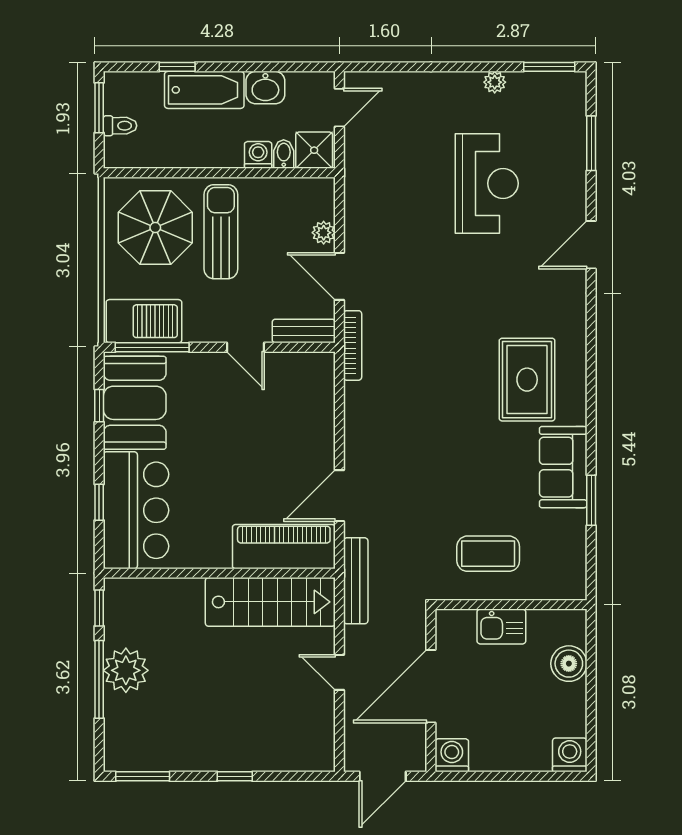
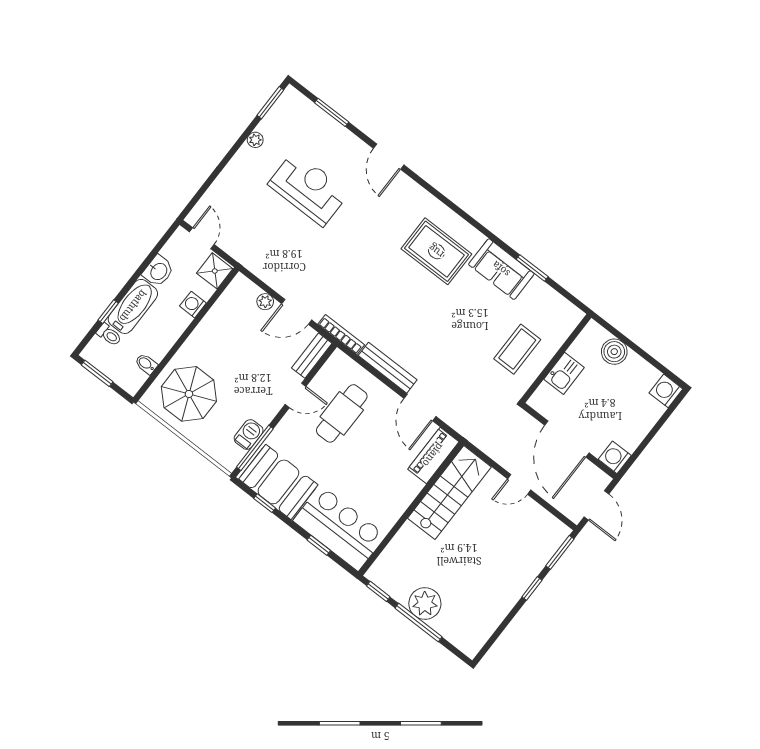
toilet: (120, 126) -> (109, 335), moved, turned 90
bidet: (284, 154) -> (146, 364), moved
sun lounger: (221, 232) -> (220, 359), removed
barbecue: (144, 321) -> (249, 435), width x0.53, depth x0.65
cafe table: (265, 414) -> (342, 413), added
piano: (284, 547) -> (433, 455), width x0.73, depth x0.75
bench: (356, 581) -> (388, 368), moved
window: (143, 776) -> (560, 552), moved

